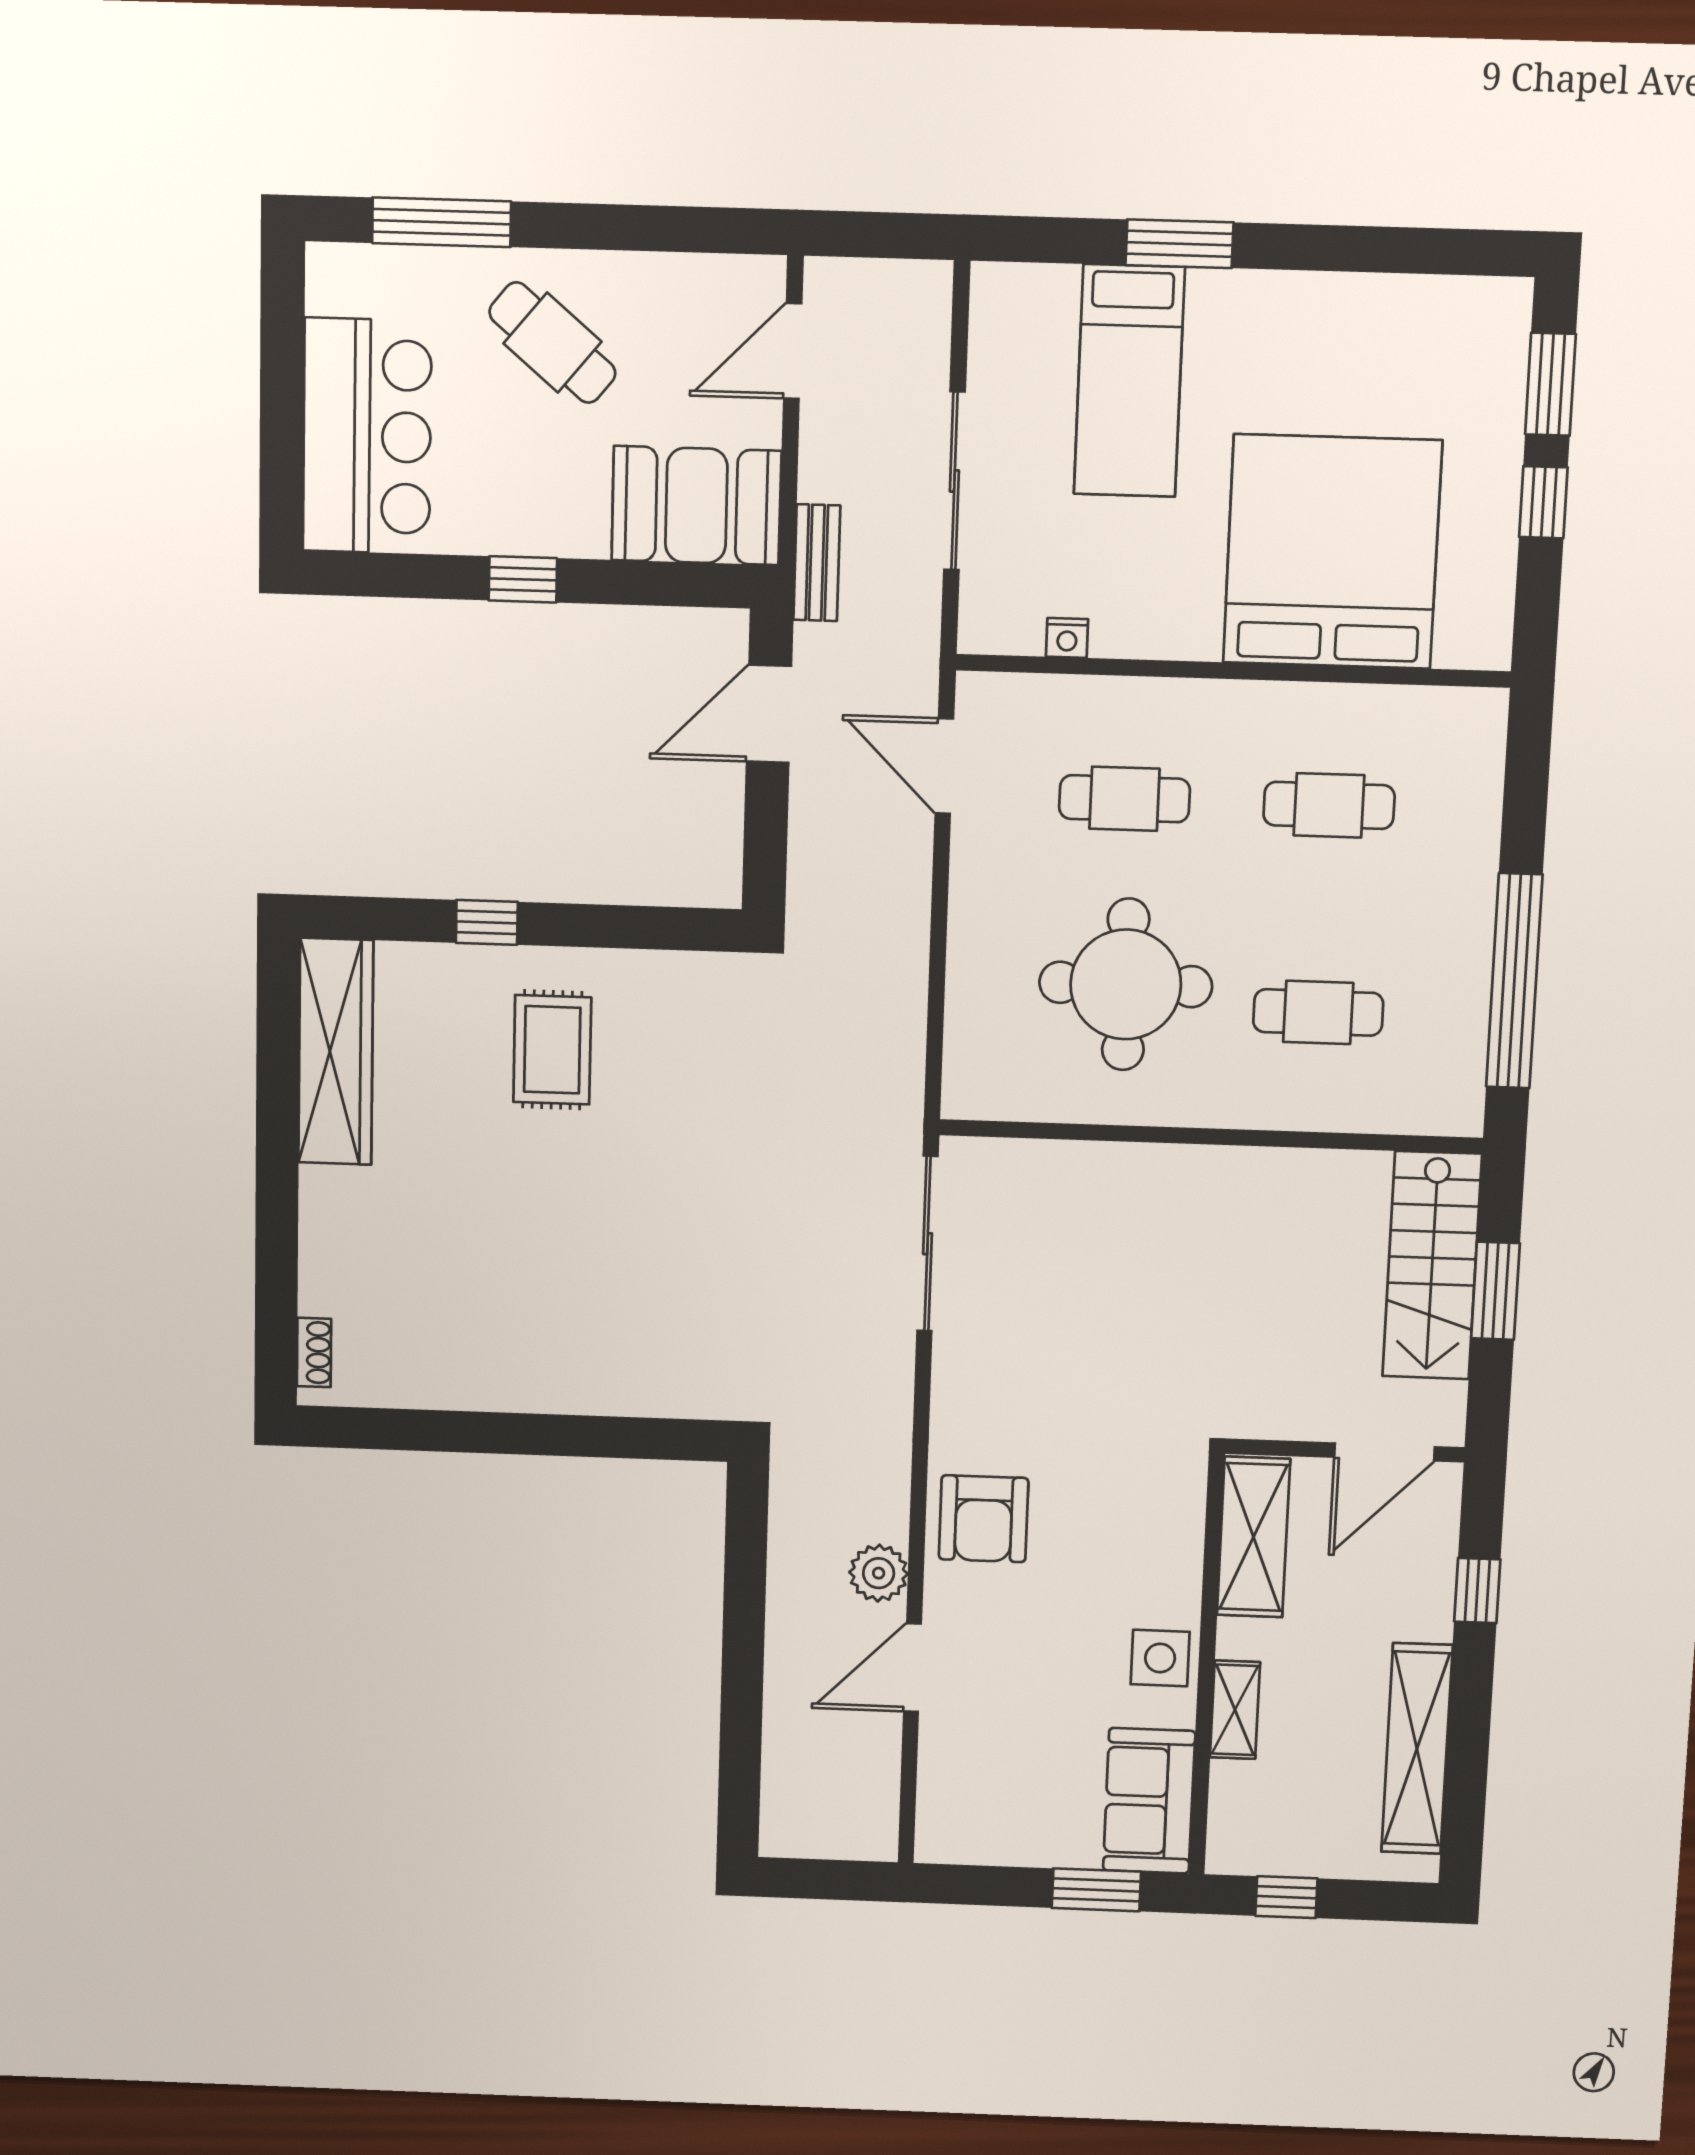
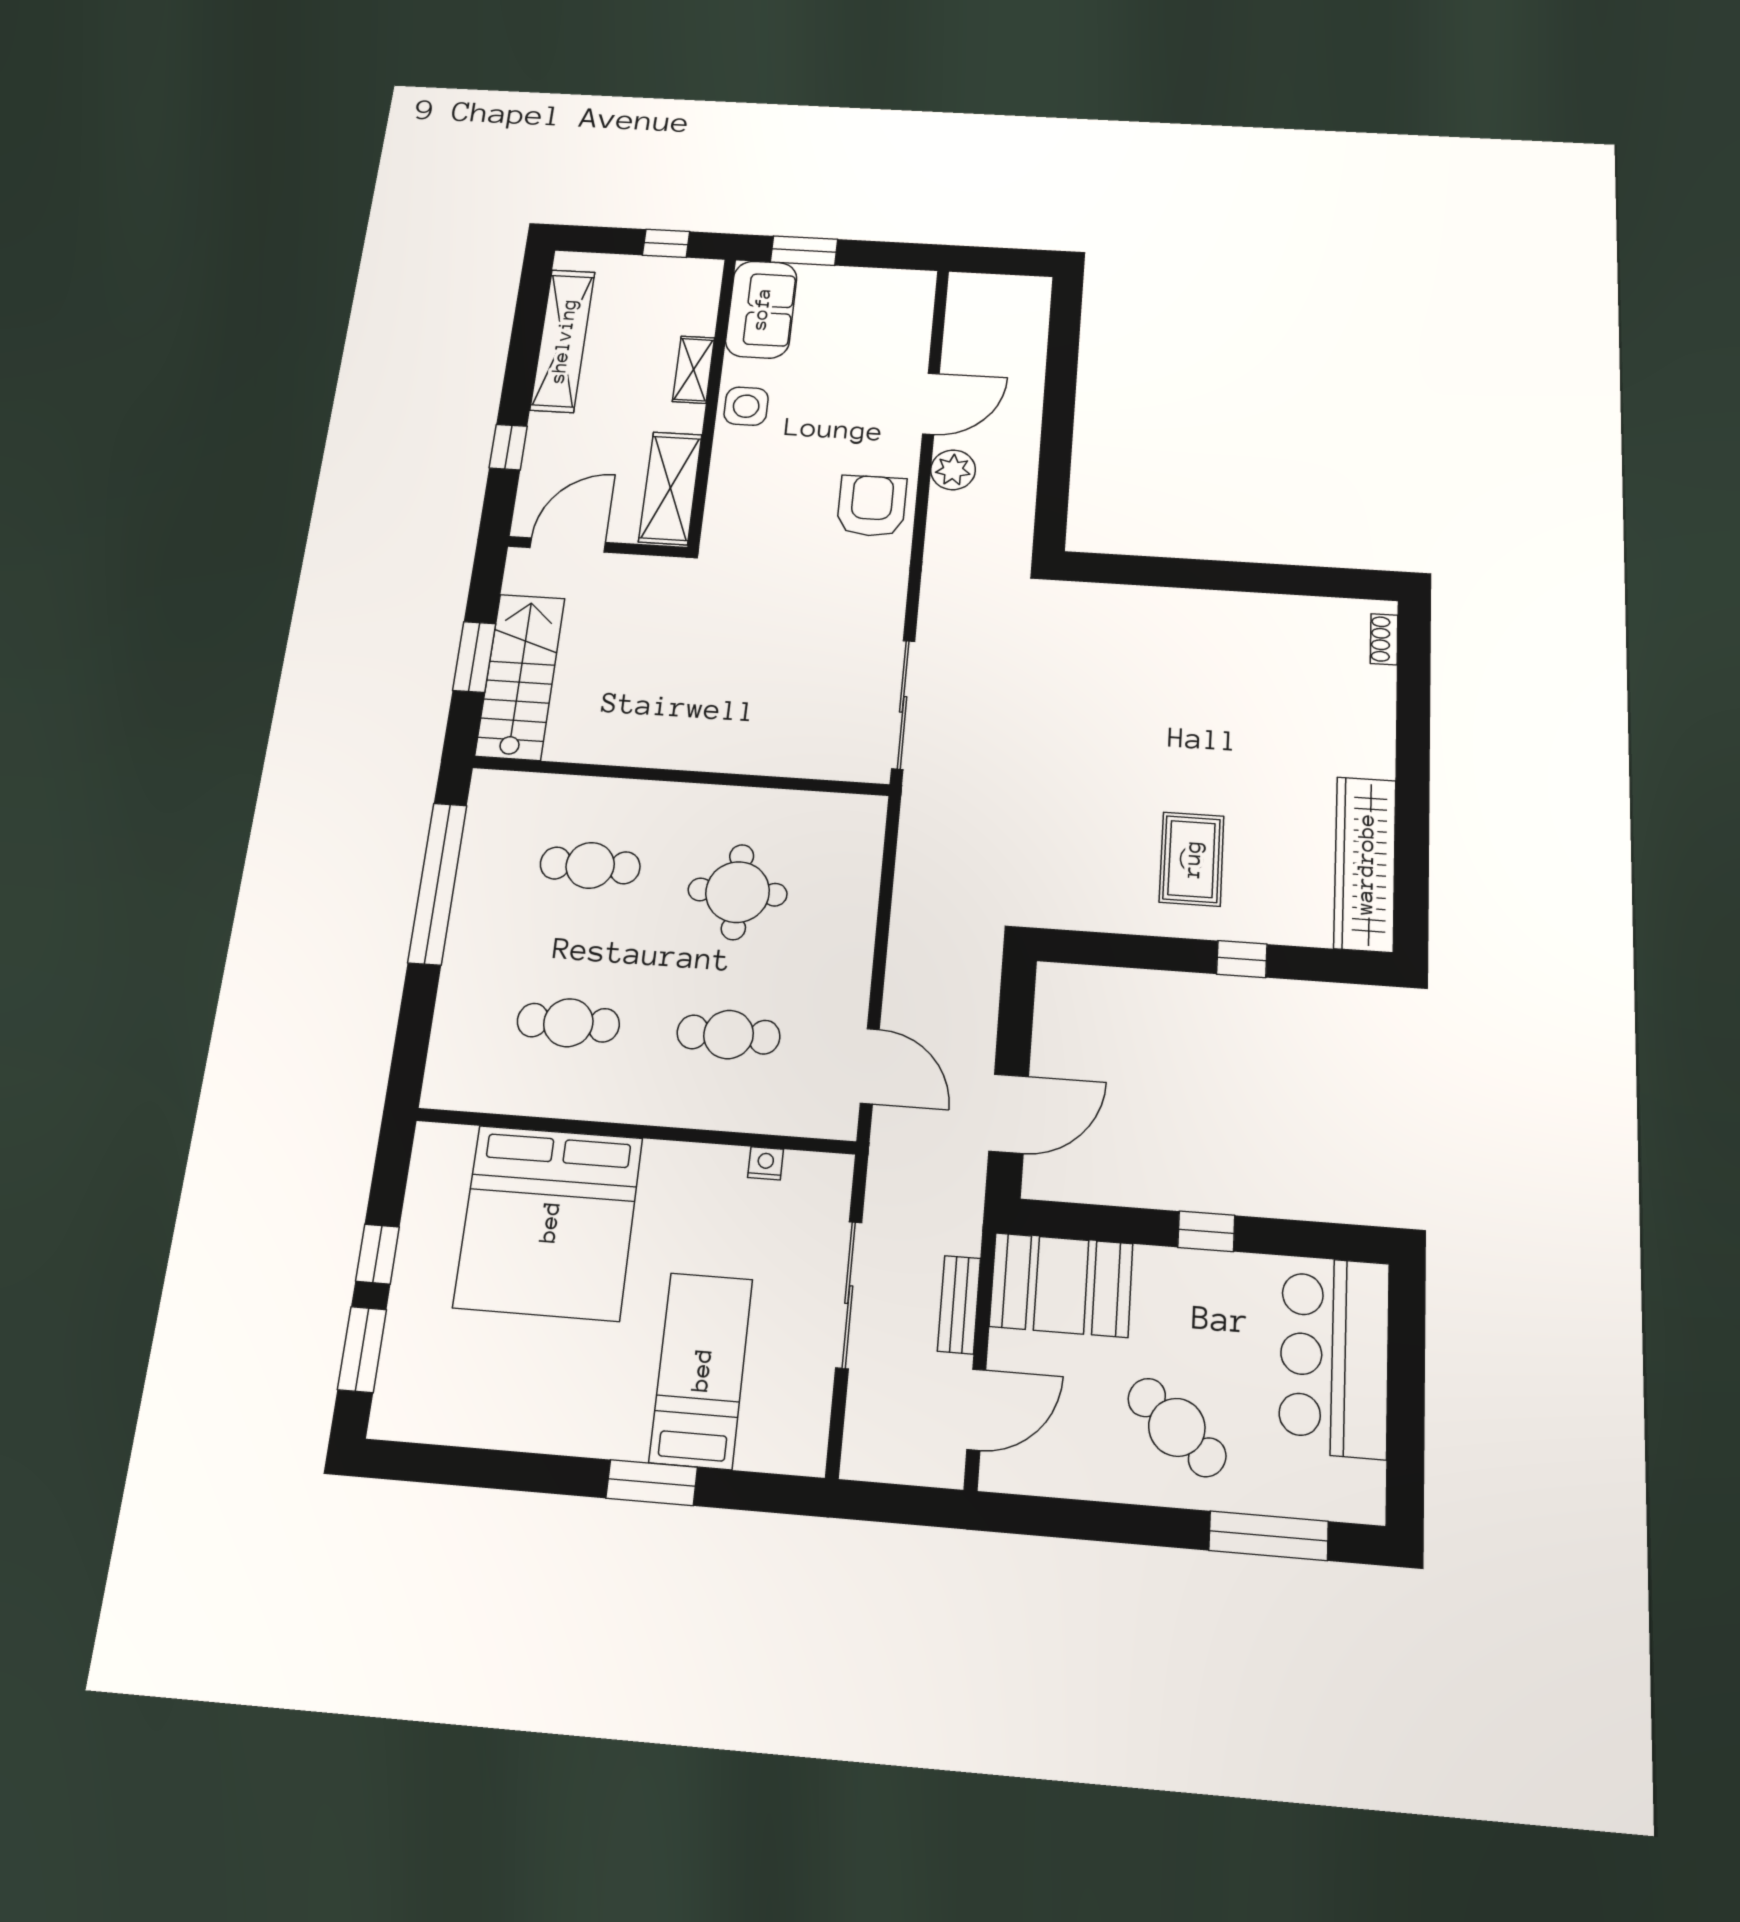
bench: (817, 563) -> (959, 1305), moved
round table: (1126, 984) -> (738, 892), width x0.73, depth x0.73

